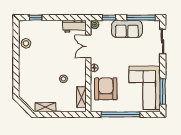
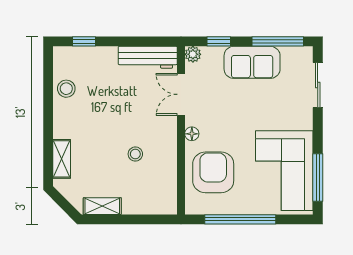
workbench: (75, 26) -> (148, 57), width x1.38
shelving: (81, 97) -> (62, 159), moved

